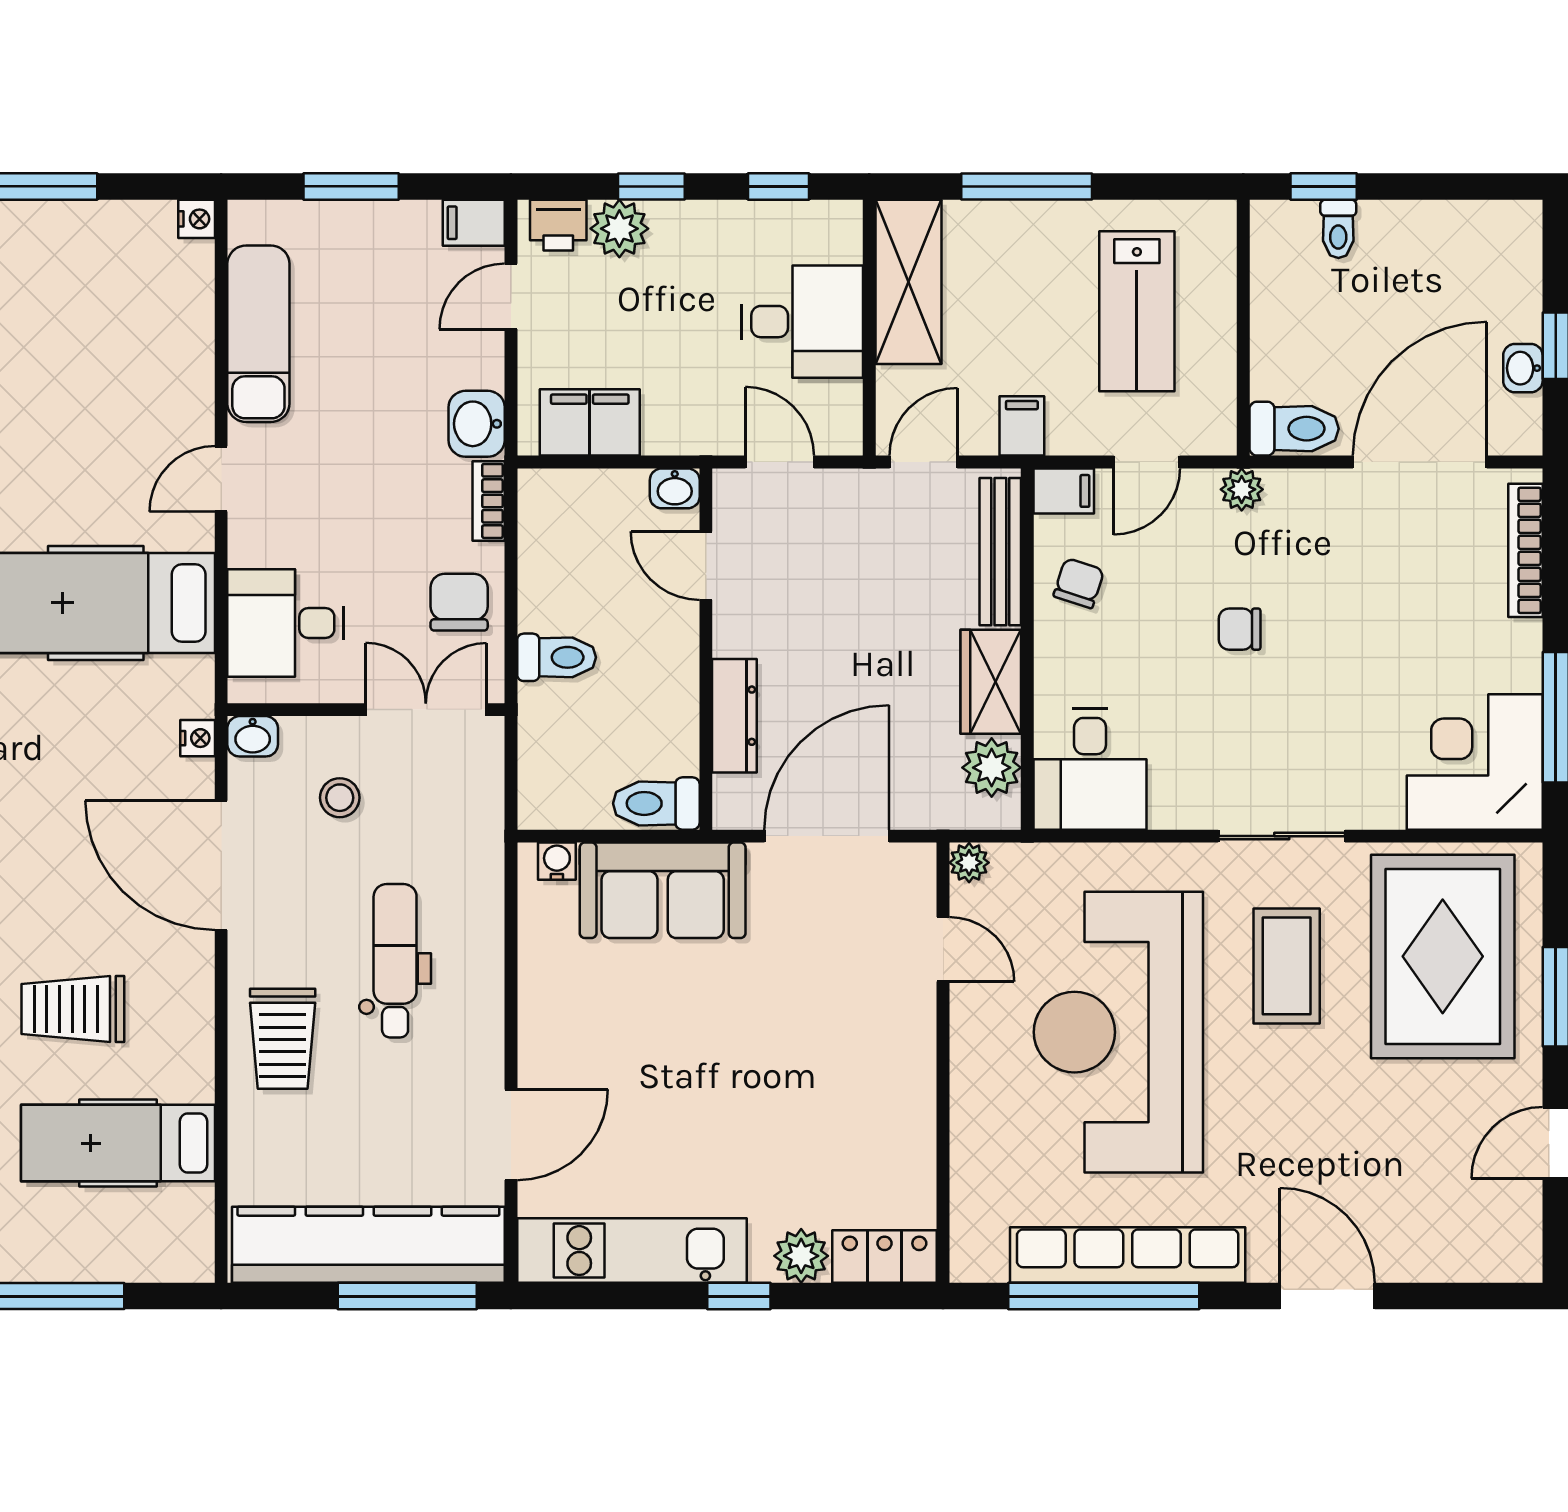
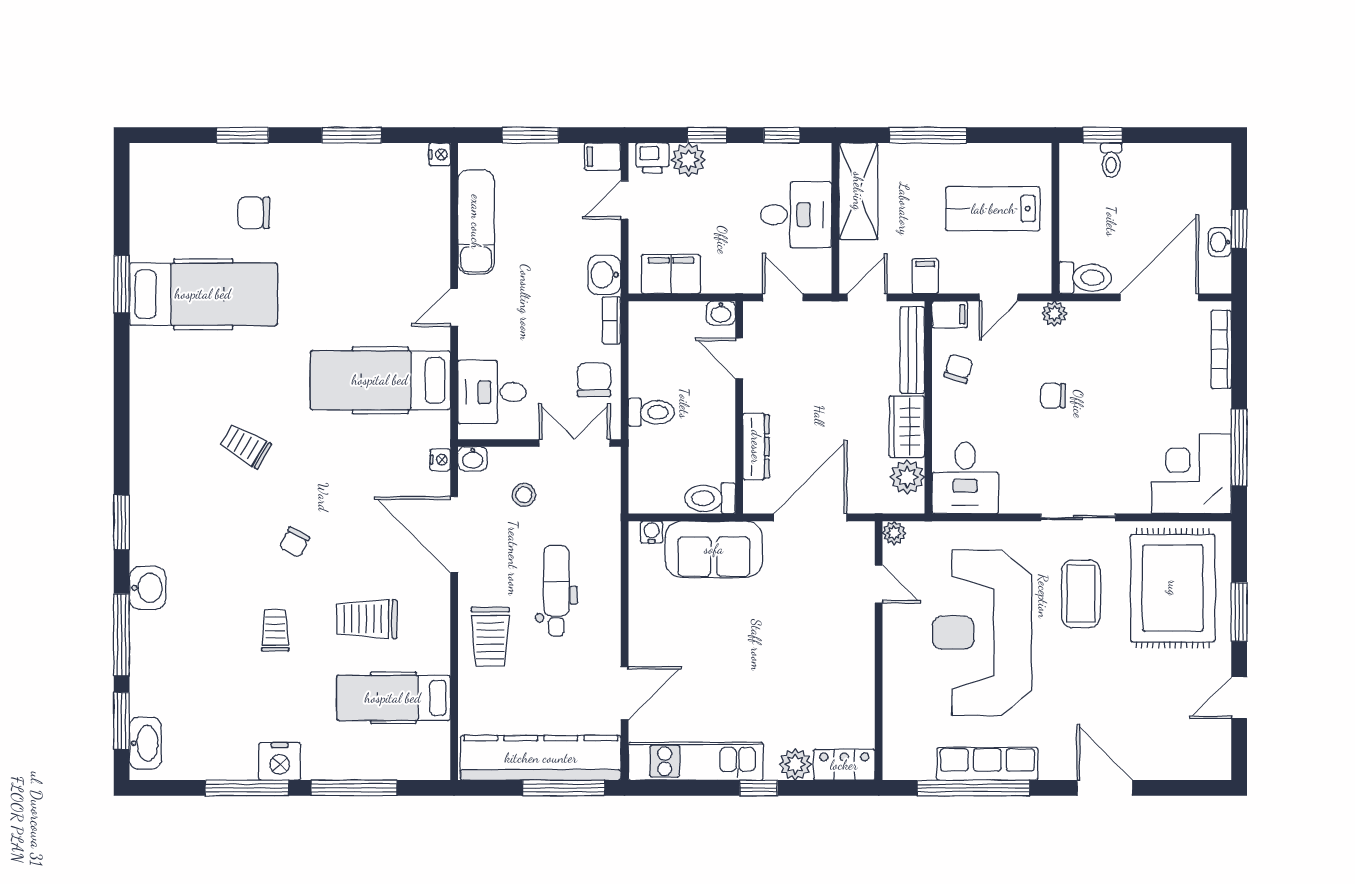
lab bench: (1137, 311) -> (993, 209), turned 90
row of seats: (1128, 1255) -> (987, 764), width x0.73

